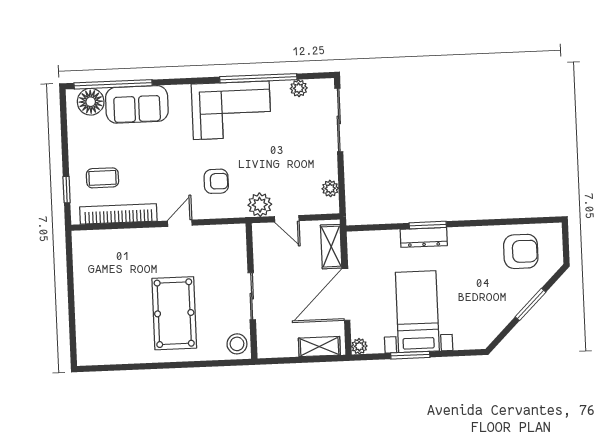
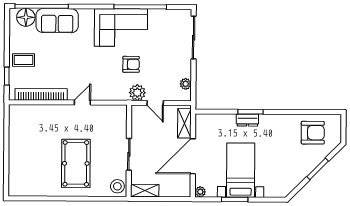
plant: (299, 88) -> (167, 15), removed
coffee table: (102, 178) -> (23, 60), moved
armchair: (216, 181) -> (131, 64), moved
dresser: (424, 237) -> (247, 120), width x0.70
shelving: (319, 347) -> (145, 191), moved

